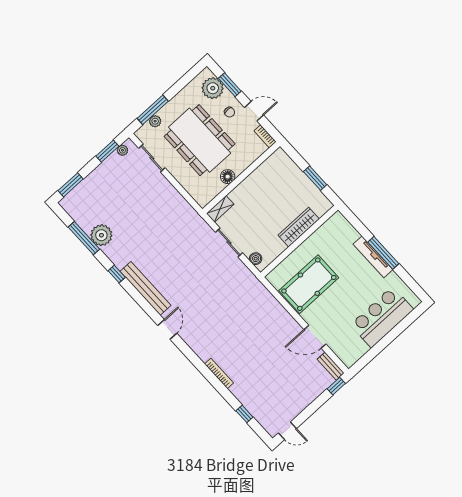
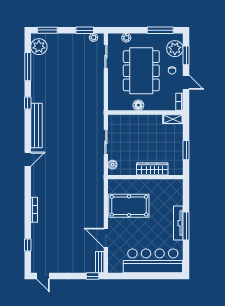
window: (153, 110) -> (160, 30), moved
shelving: (220, 209) -> (173, 119), moved
plant: (101, 235) -> (39, 47), moved
bar counter: (382, 317) -> (153, 261), width x1.36

